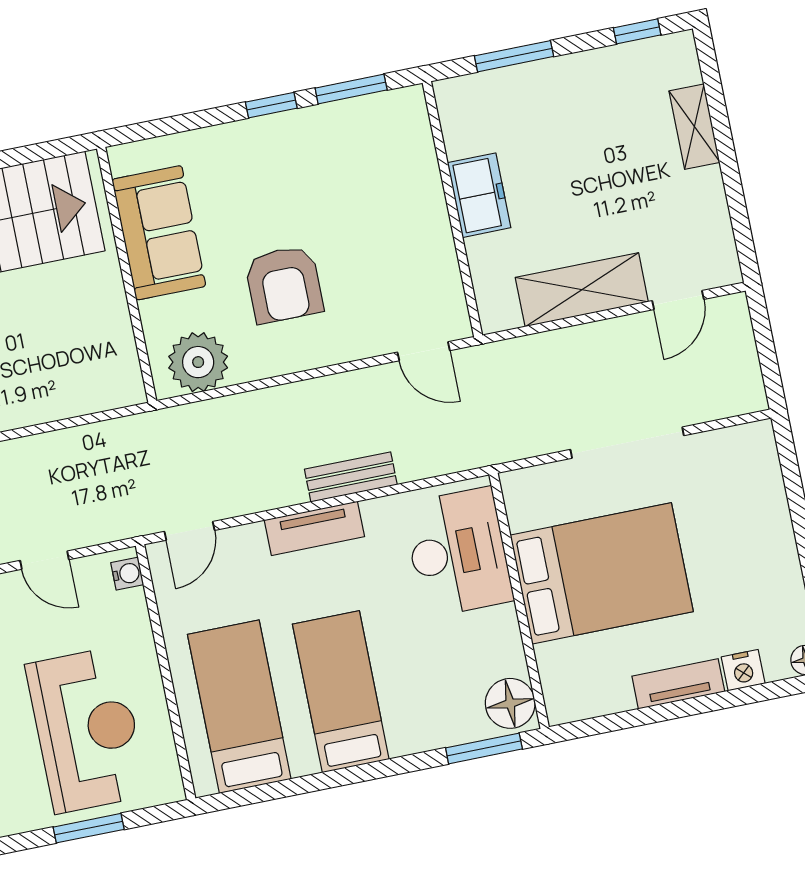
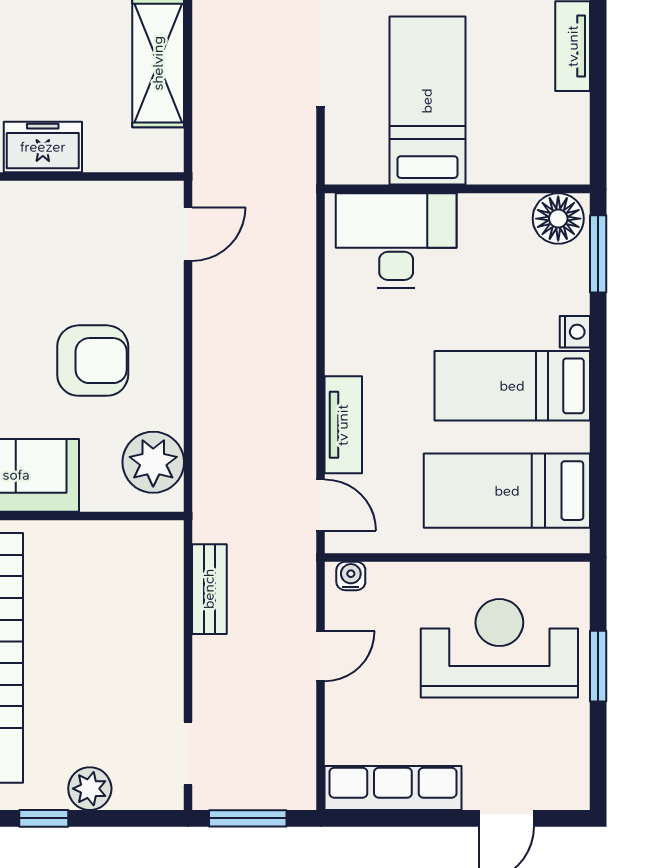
bench: (351, 477) -> (209, 589), moved
tv unit: (314, 528) -> (343, 425), moved
bed: (602, 573) -> (427, 101), width x0.67
nightstand: (405, 741) -> (575, 332), added

